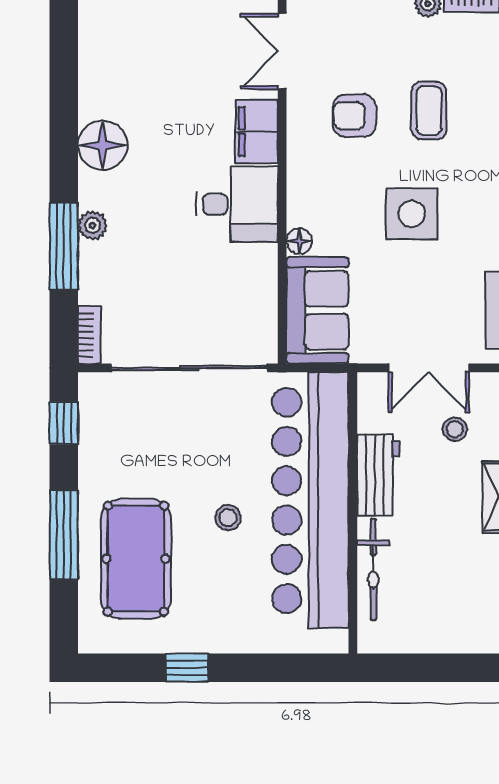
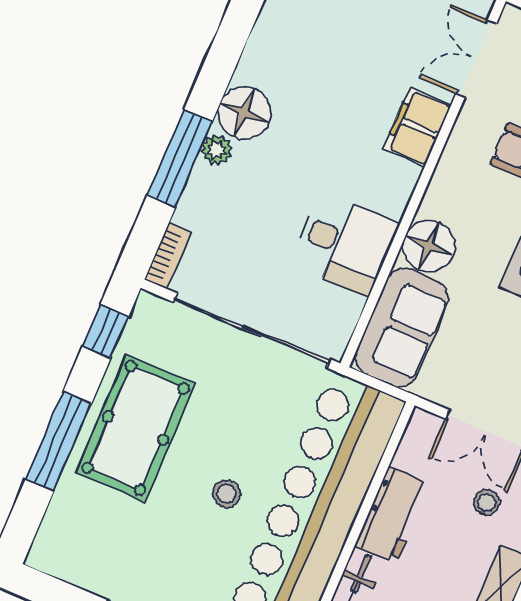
floor lamp: (103, 145) -> (244, 113), moved
desk: (237, 204) -> (344, 244), moved
floor lamp: (299, 241) -> (429, 246), width x1.89, depth x1.89
pool table: (136, 559) -> (136, 428), moved

